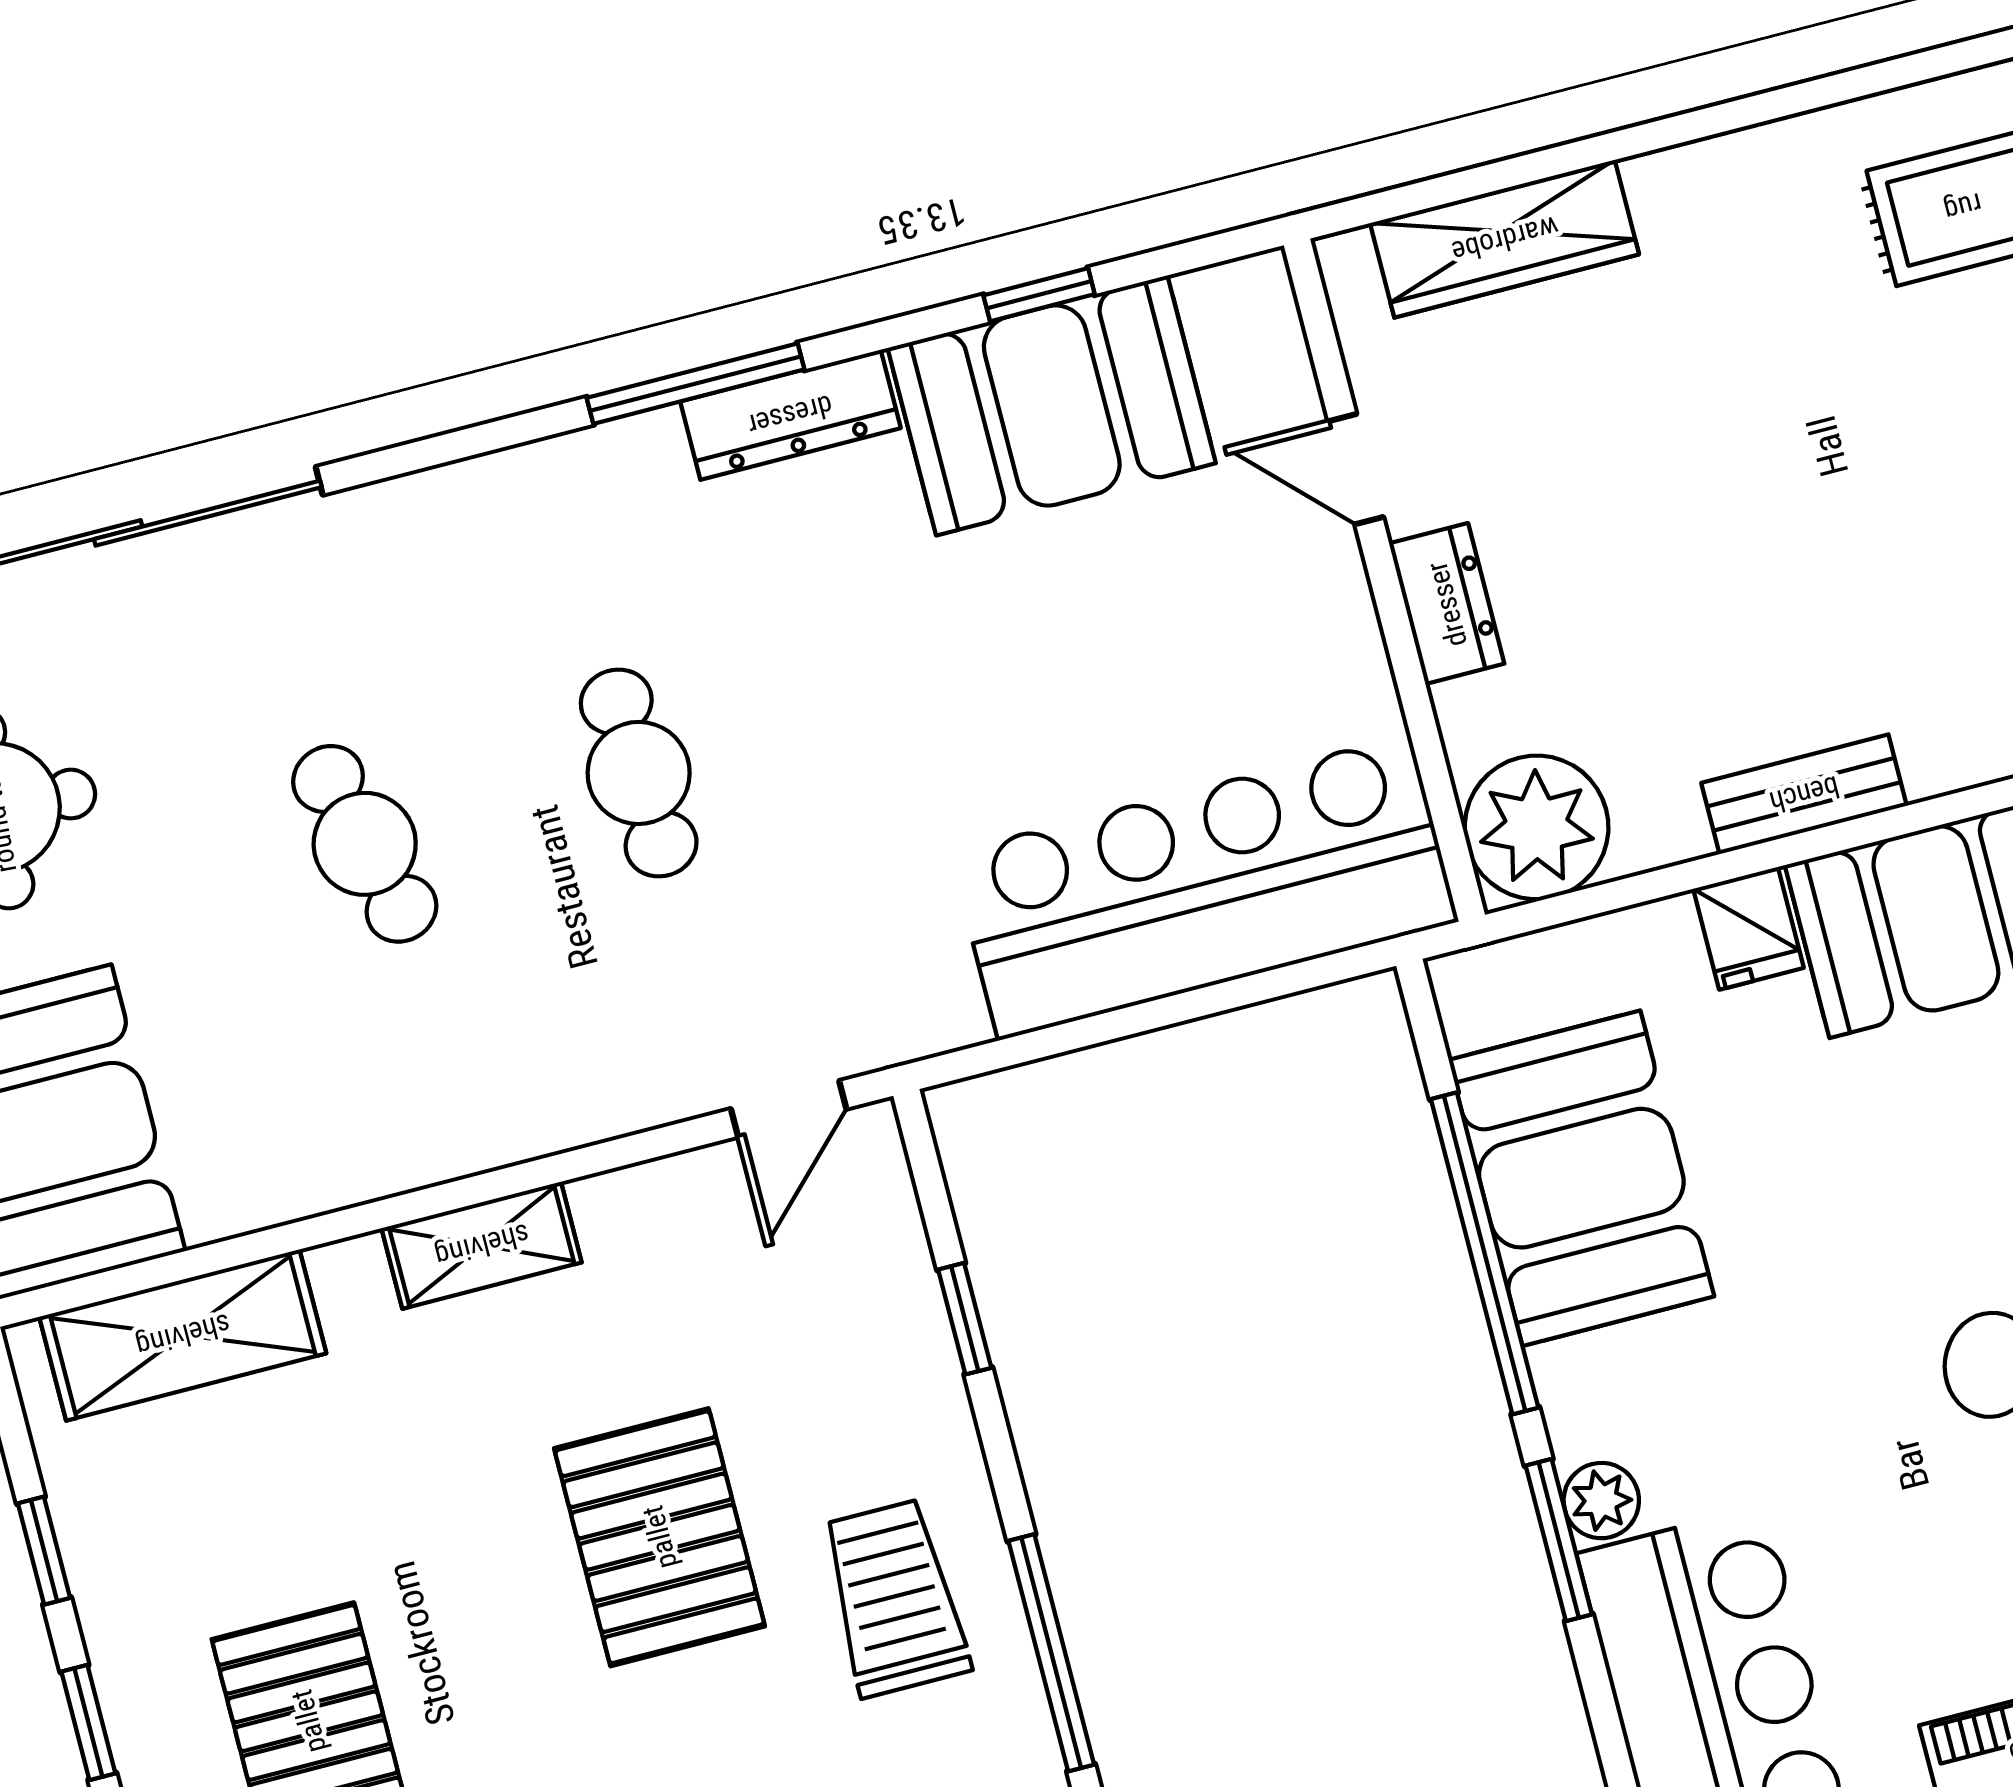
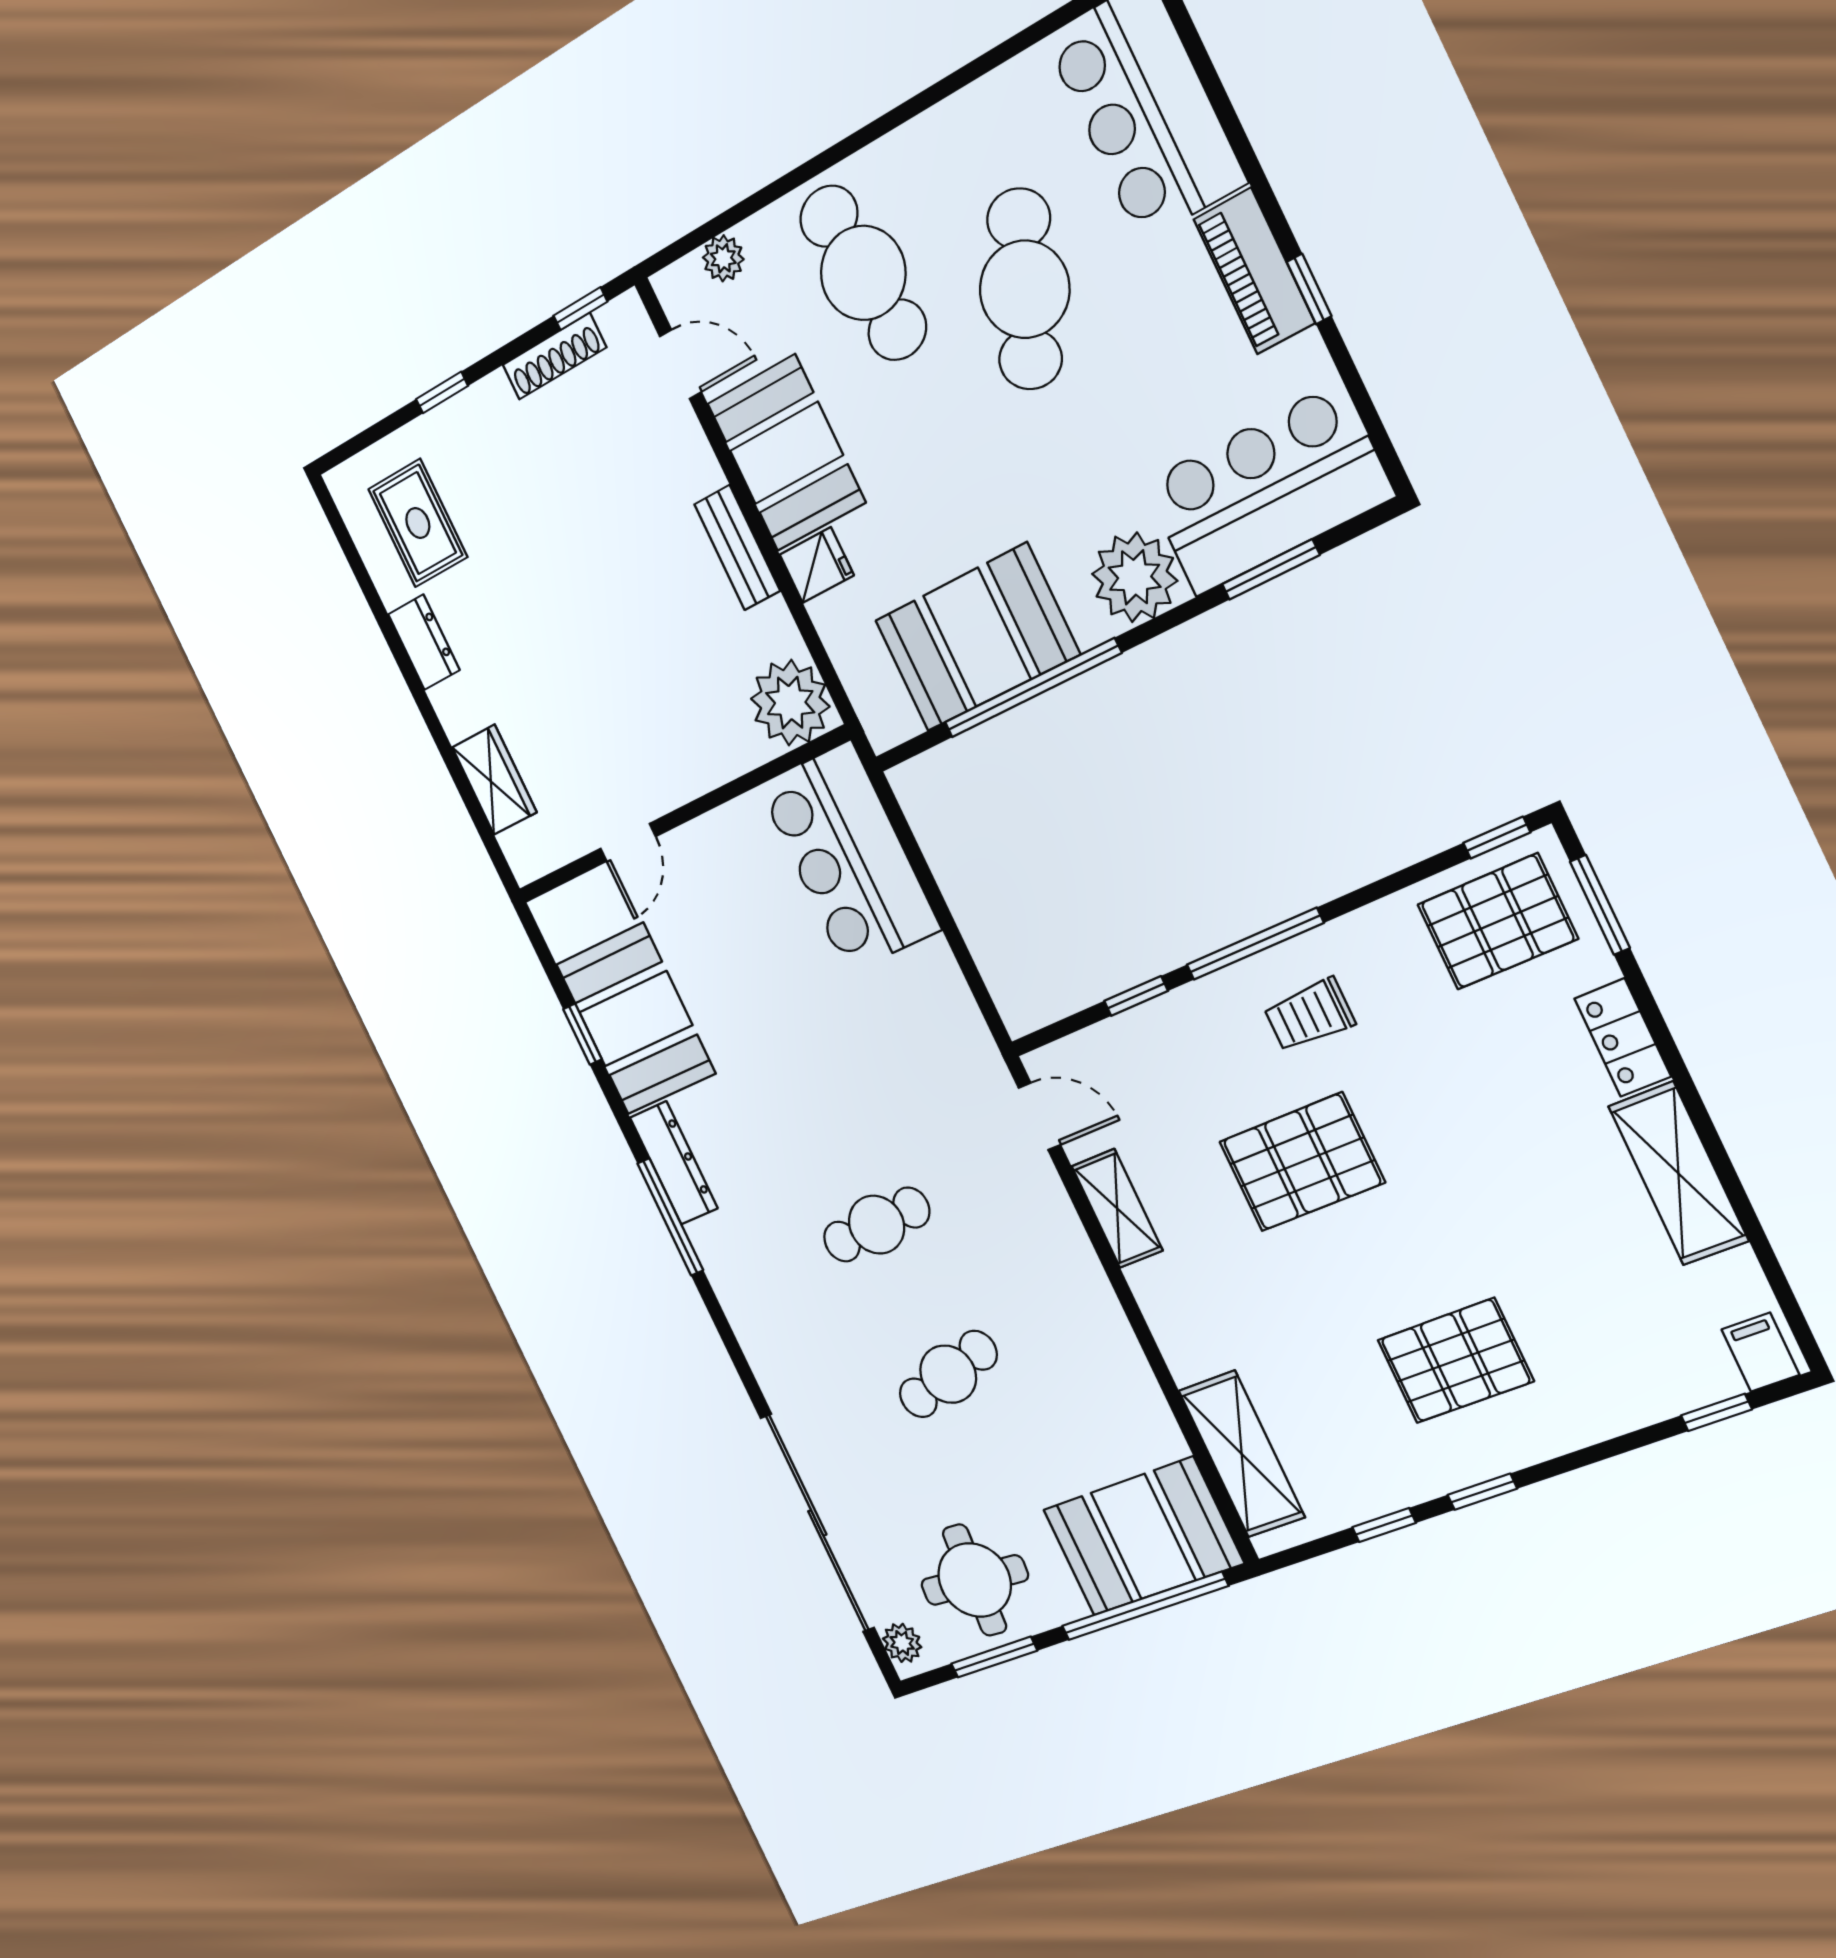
wardrobe: (1505, 239) -> (494, 780), width x0.67
dresser: (1447, 604) -> (424, 642), moved, turned 90
bar counter: (1204, 887) -> (849, 857), width x0.73
shelving: (482, 1245) -> (1117, 1208), moved
plant: (1601, 1501) -> (1135, 577), width x1.87, depth x1.87
window: (1559, 1540) -> (1271, 570), moved
trolley: (895, 1598) -> (1309, 1015), width x0.73, depth x0.72
window: (1051, 1653) -> (1255, 944), moved

